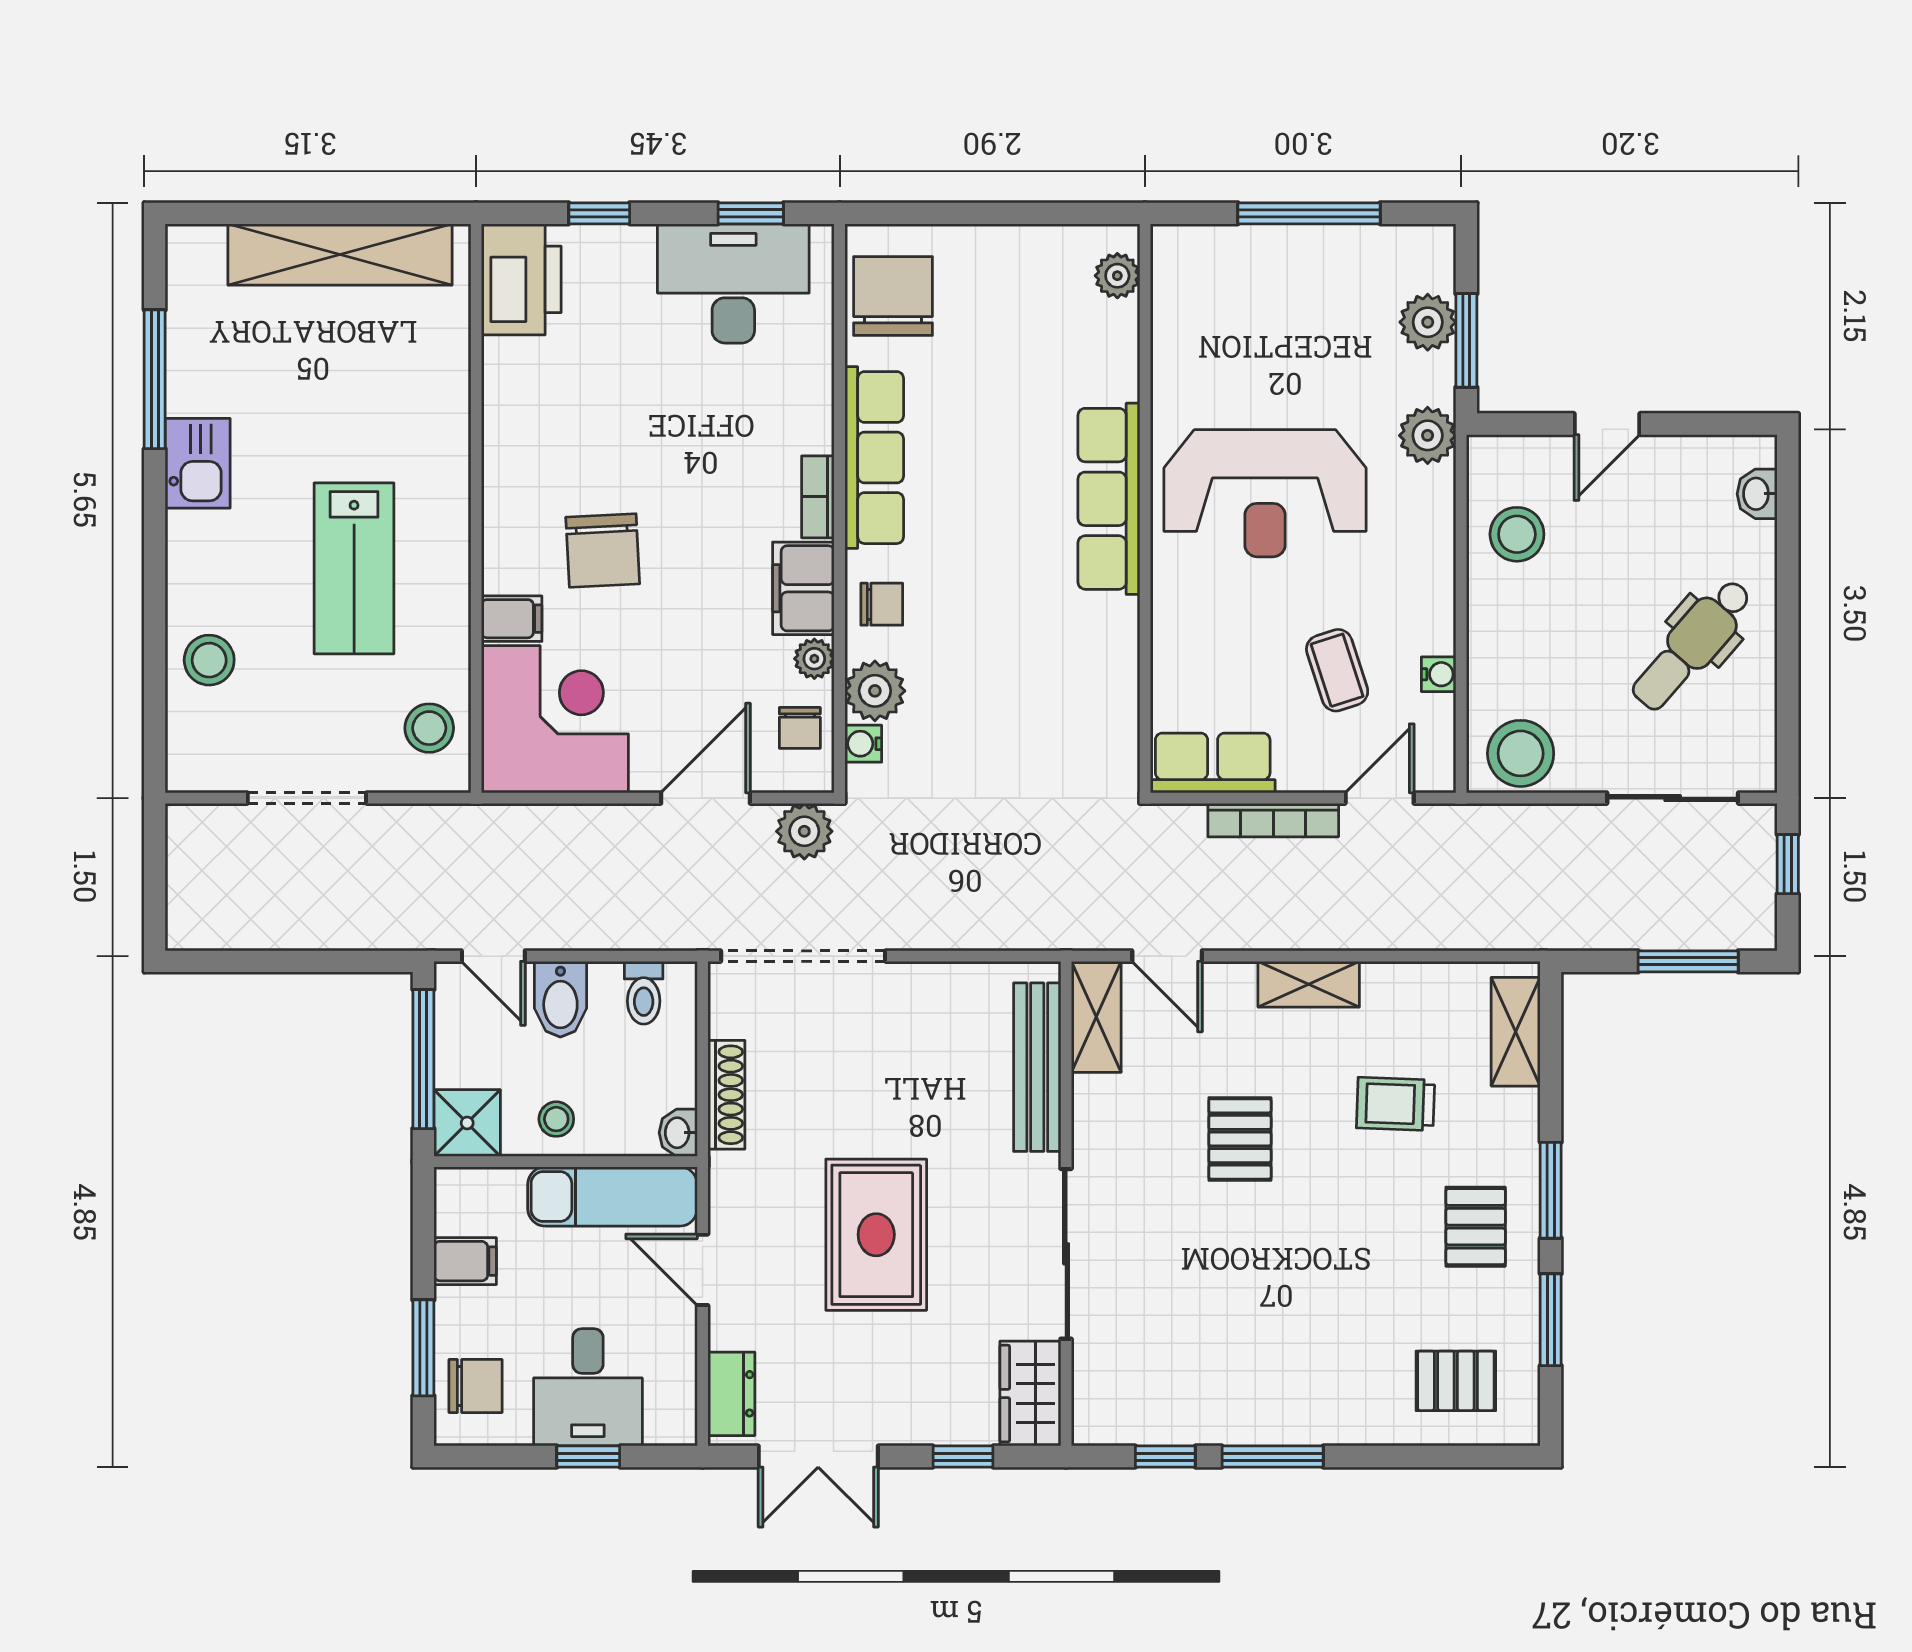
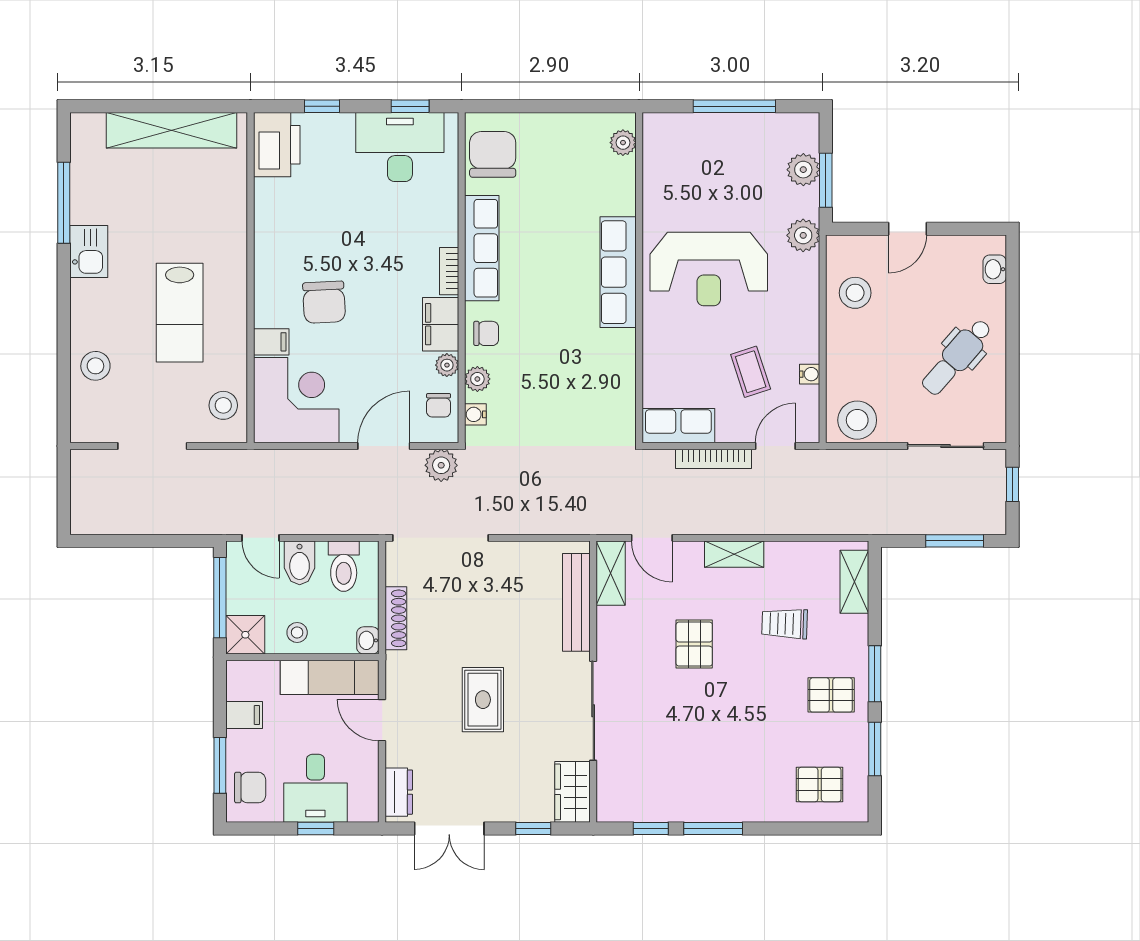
plant: (875, 691) -> (477, 379), width x0.73, depth x0.73
toilet: (644, 993) -> (344, 566), width x1.37, depth x1.39
pallet: (1476, 1227) -> (831, 695), turned 90
rug: (876, 1235) -> (483, 700), width x0.73, depth x0.70

